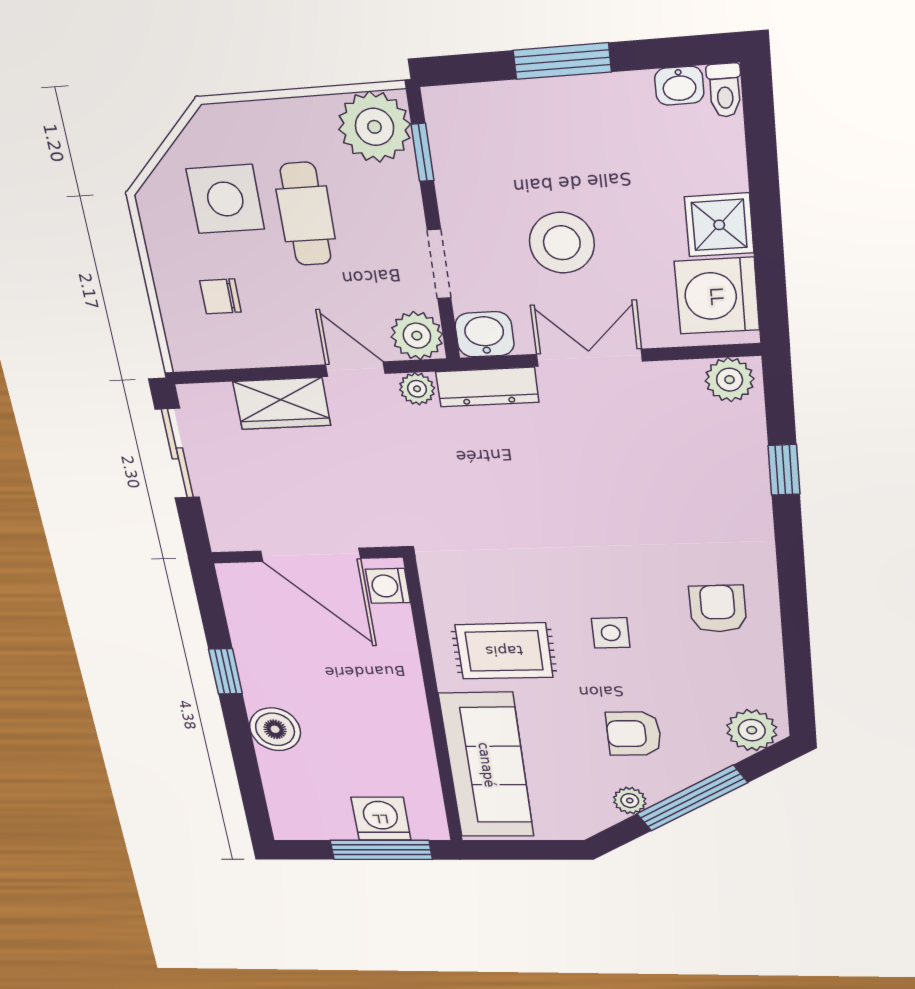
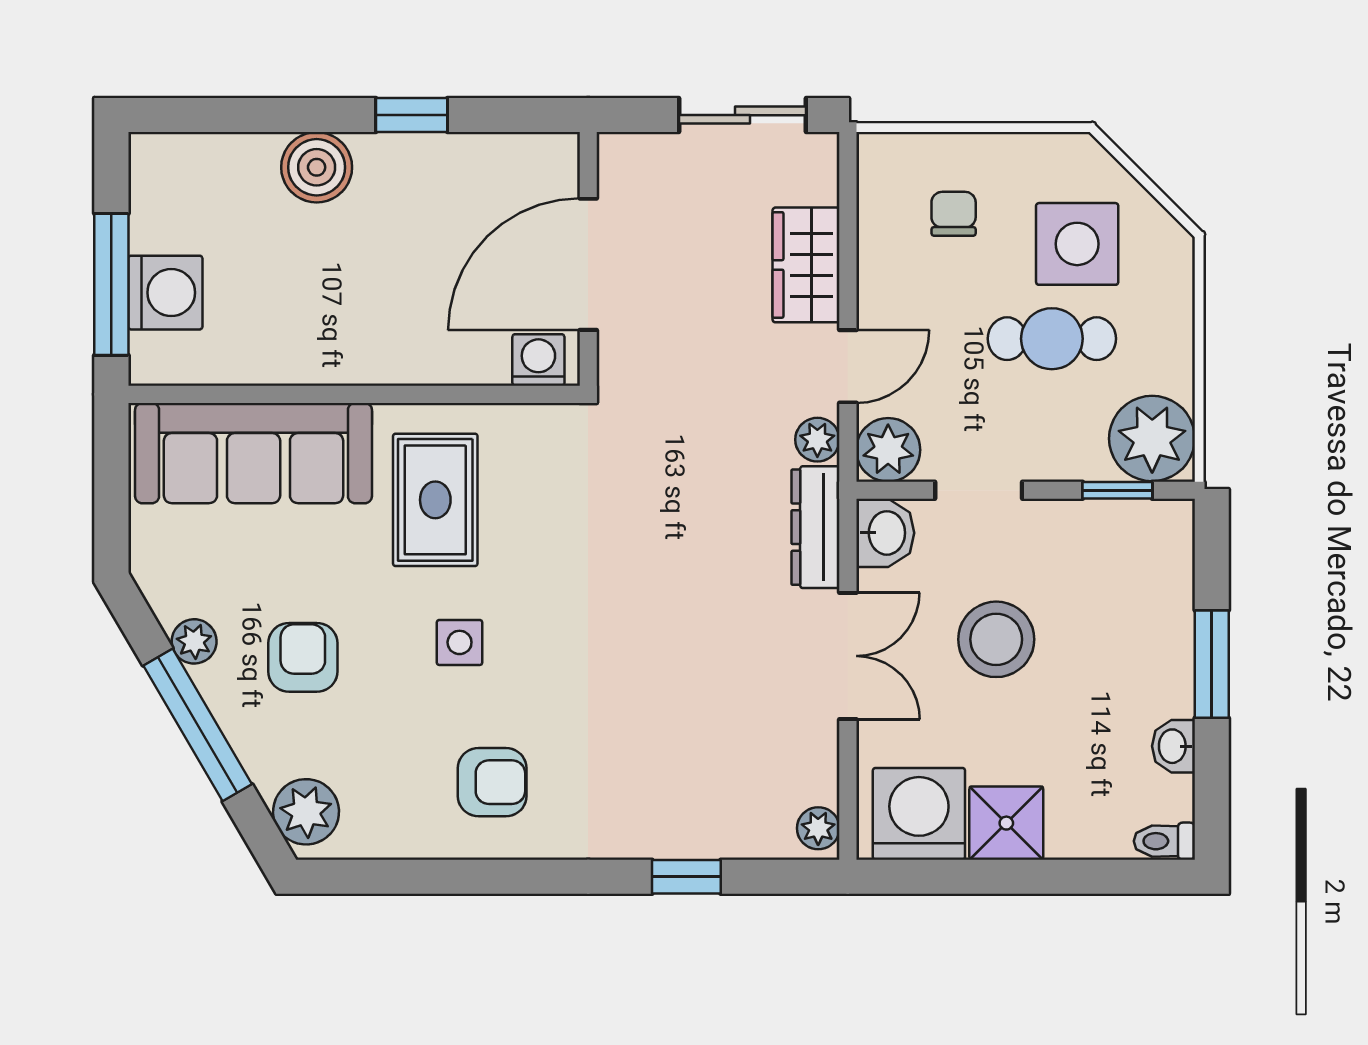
washbasin: (679, 86) -> (1174, 746), moved
plant: (730, 380) -> (818, 828), width x0.73, depth x0.73

